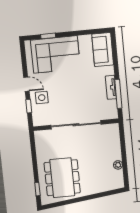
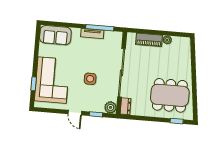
door: (26, 84) -> (75, 113), swing flipped
side table: (42, 98) -> (90, 79), moved
plant: (39, 120) -> (110, 107), added
dresser: (43, 135) -> (126, 106), added
piano: (115, 147) -> (149, 40), added

